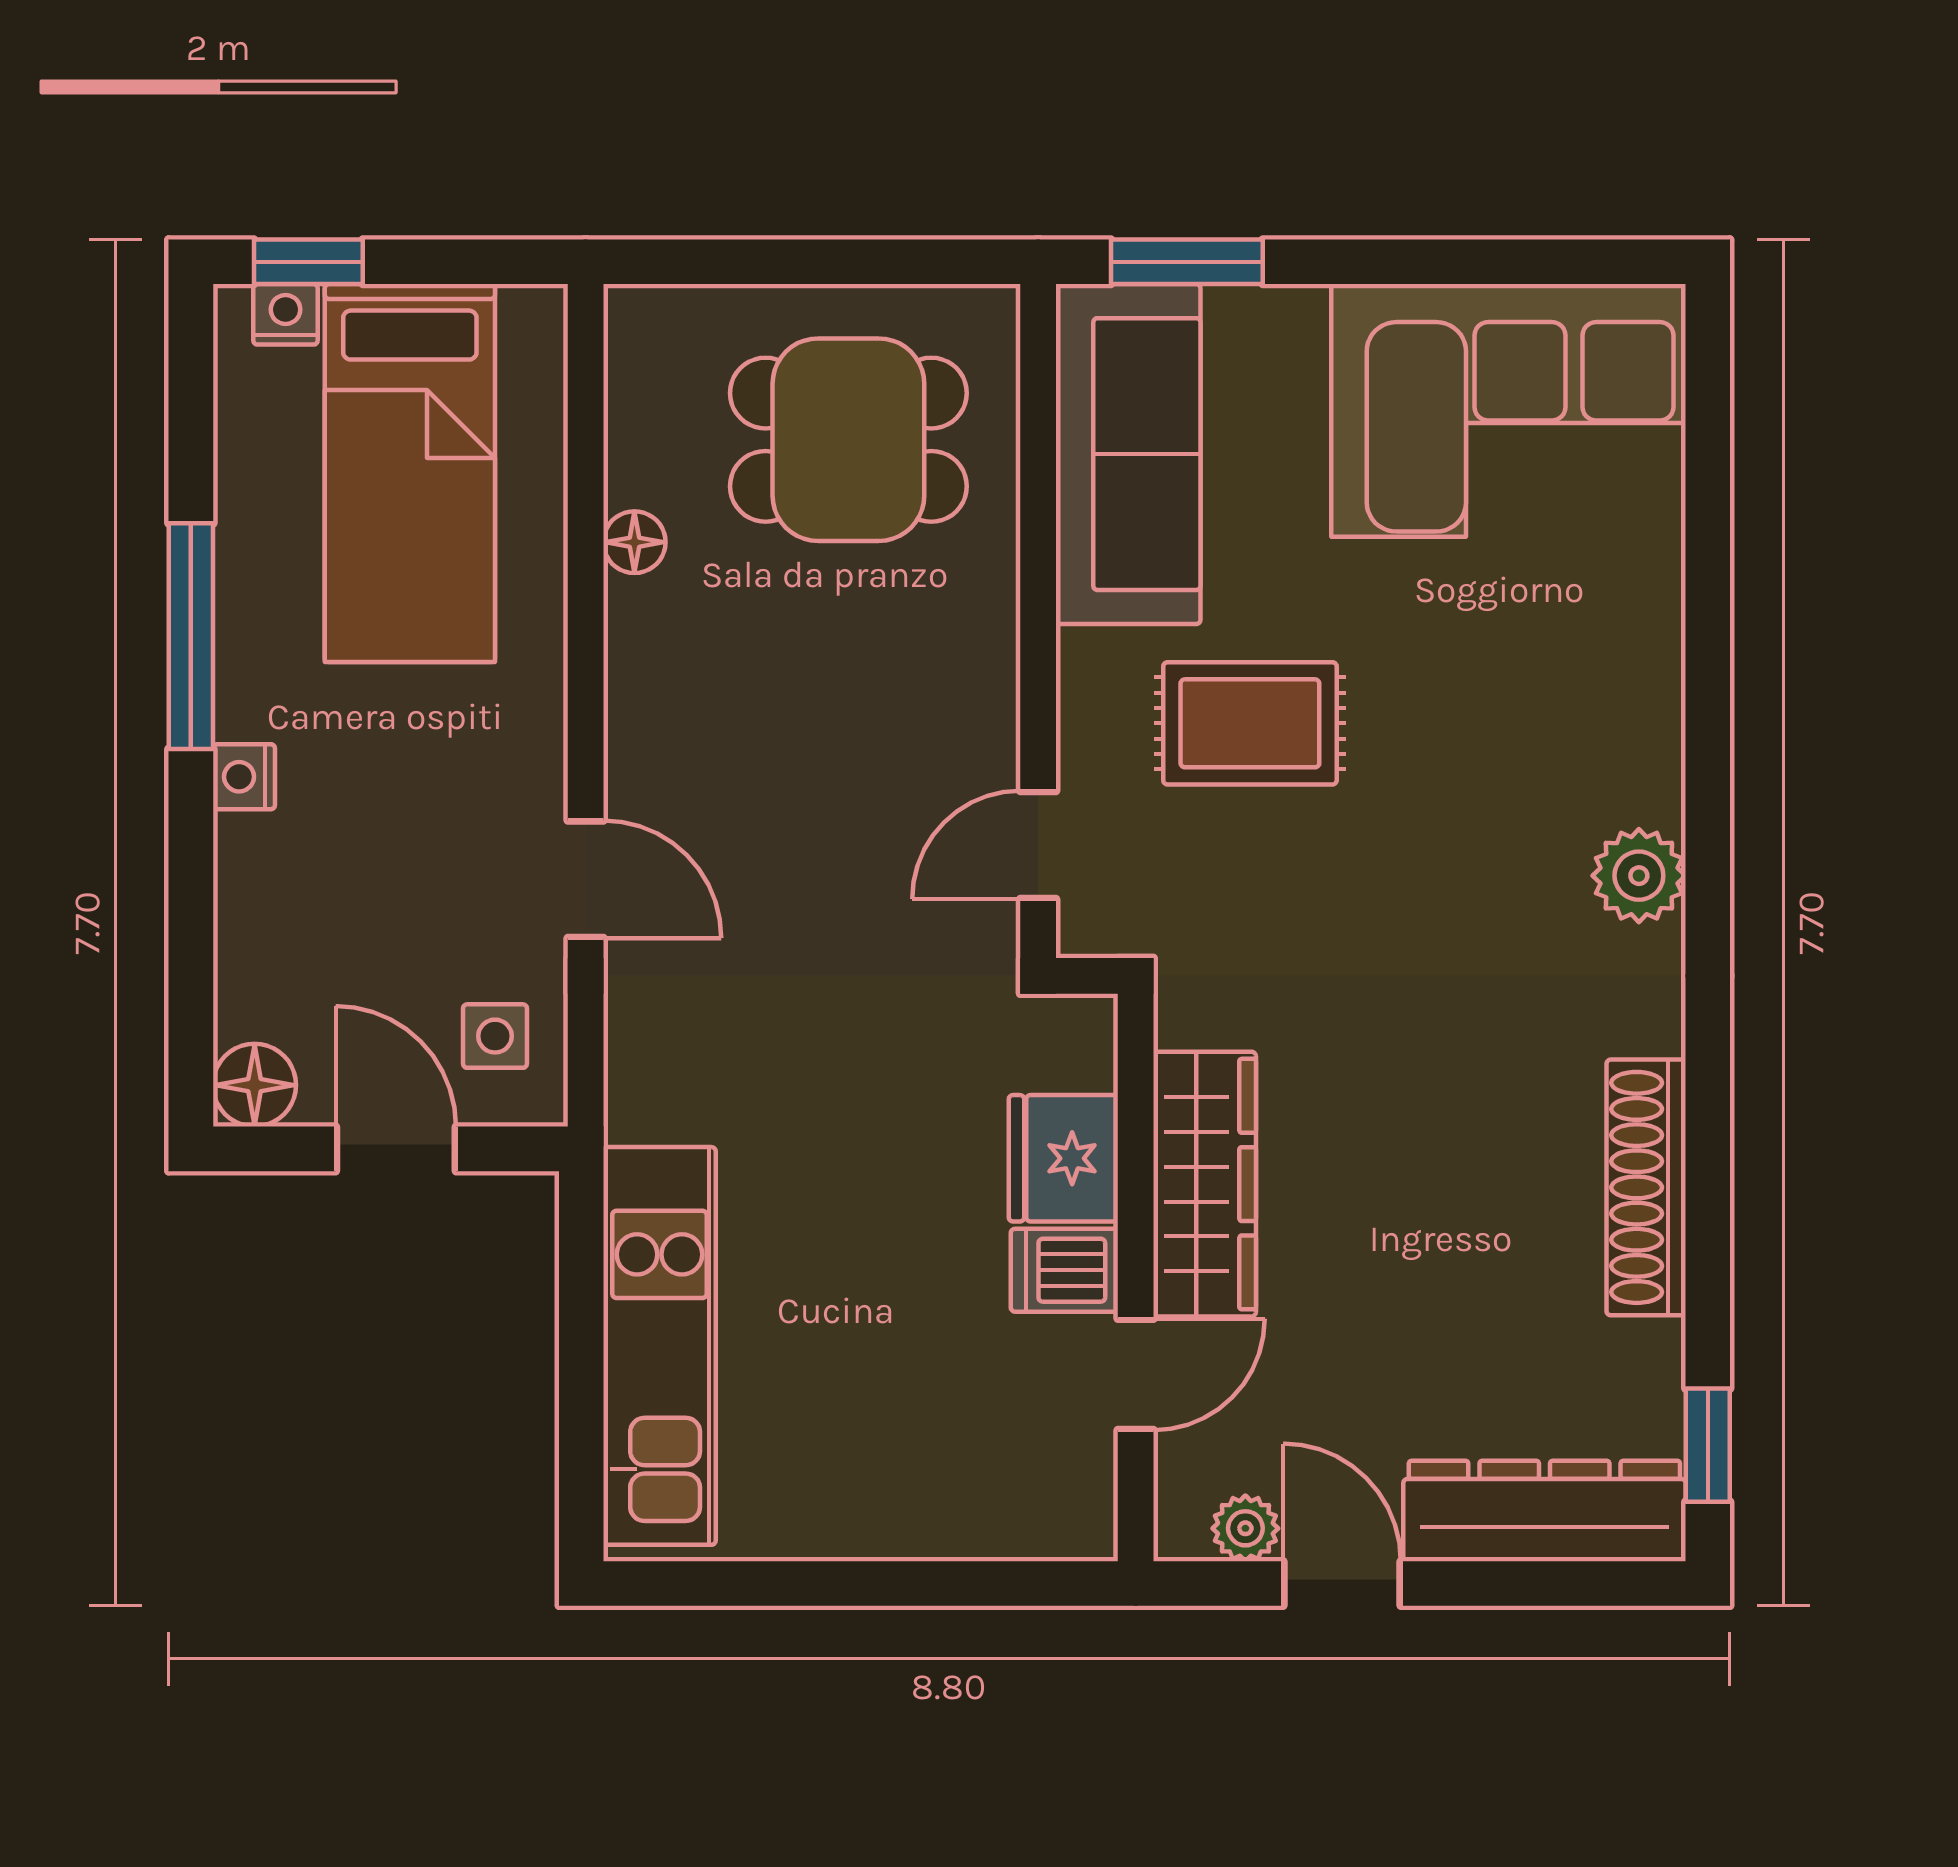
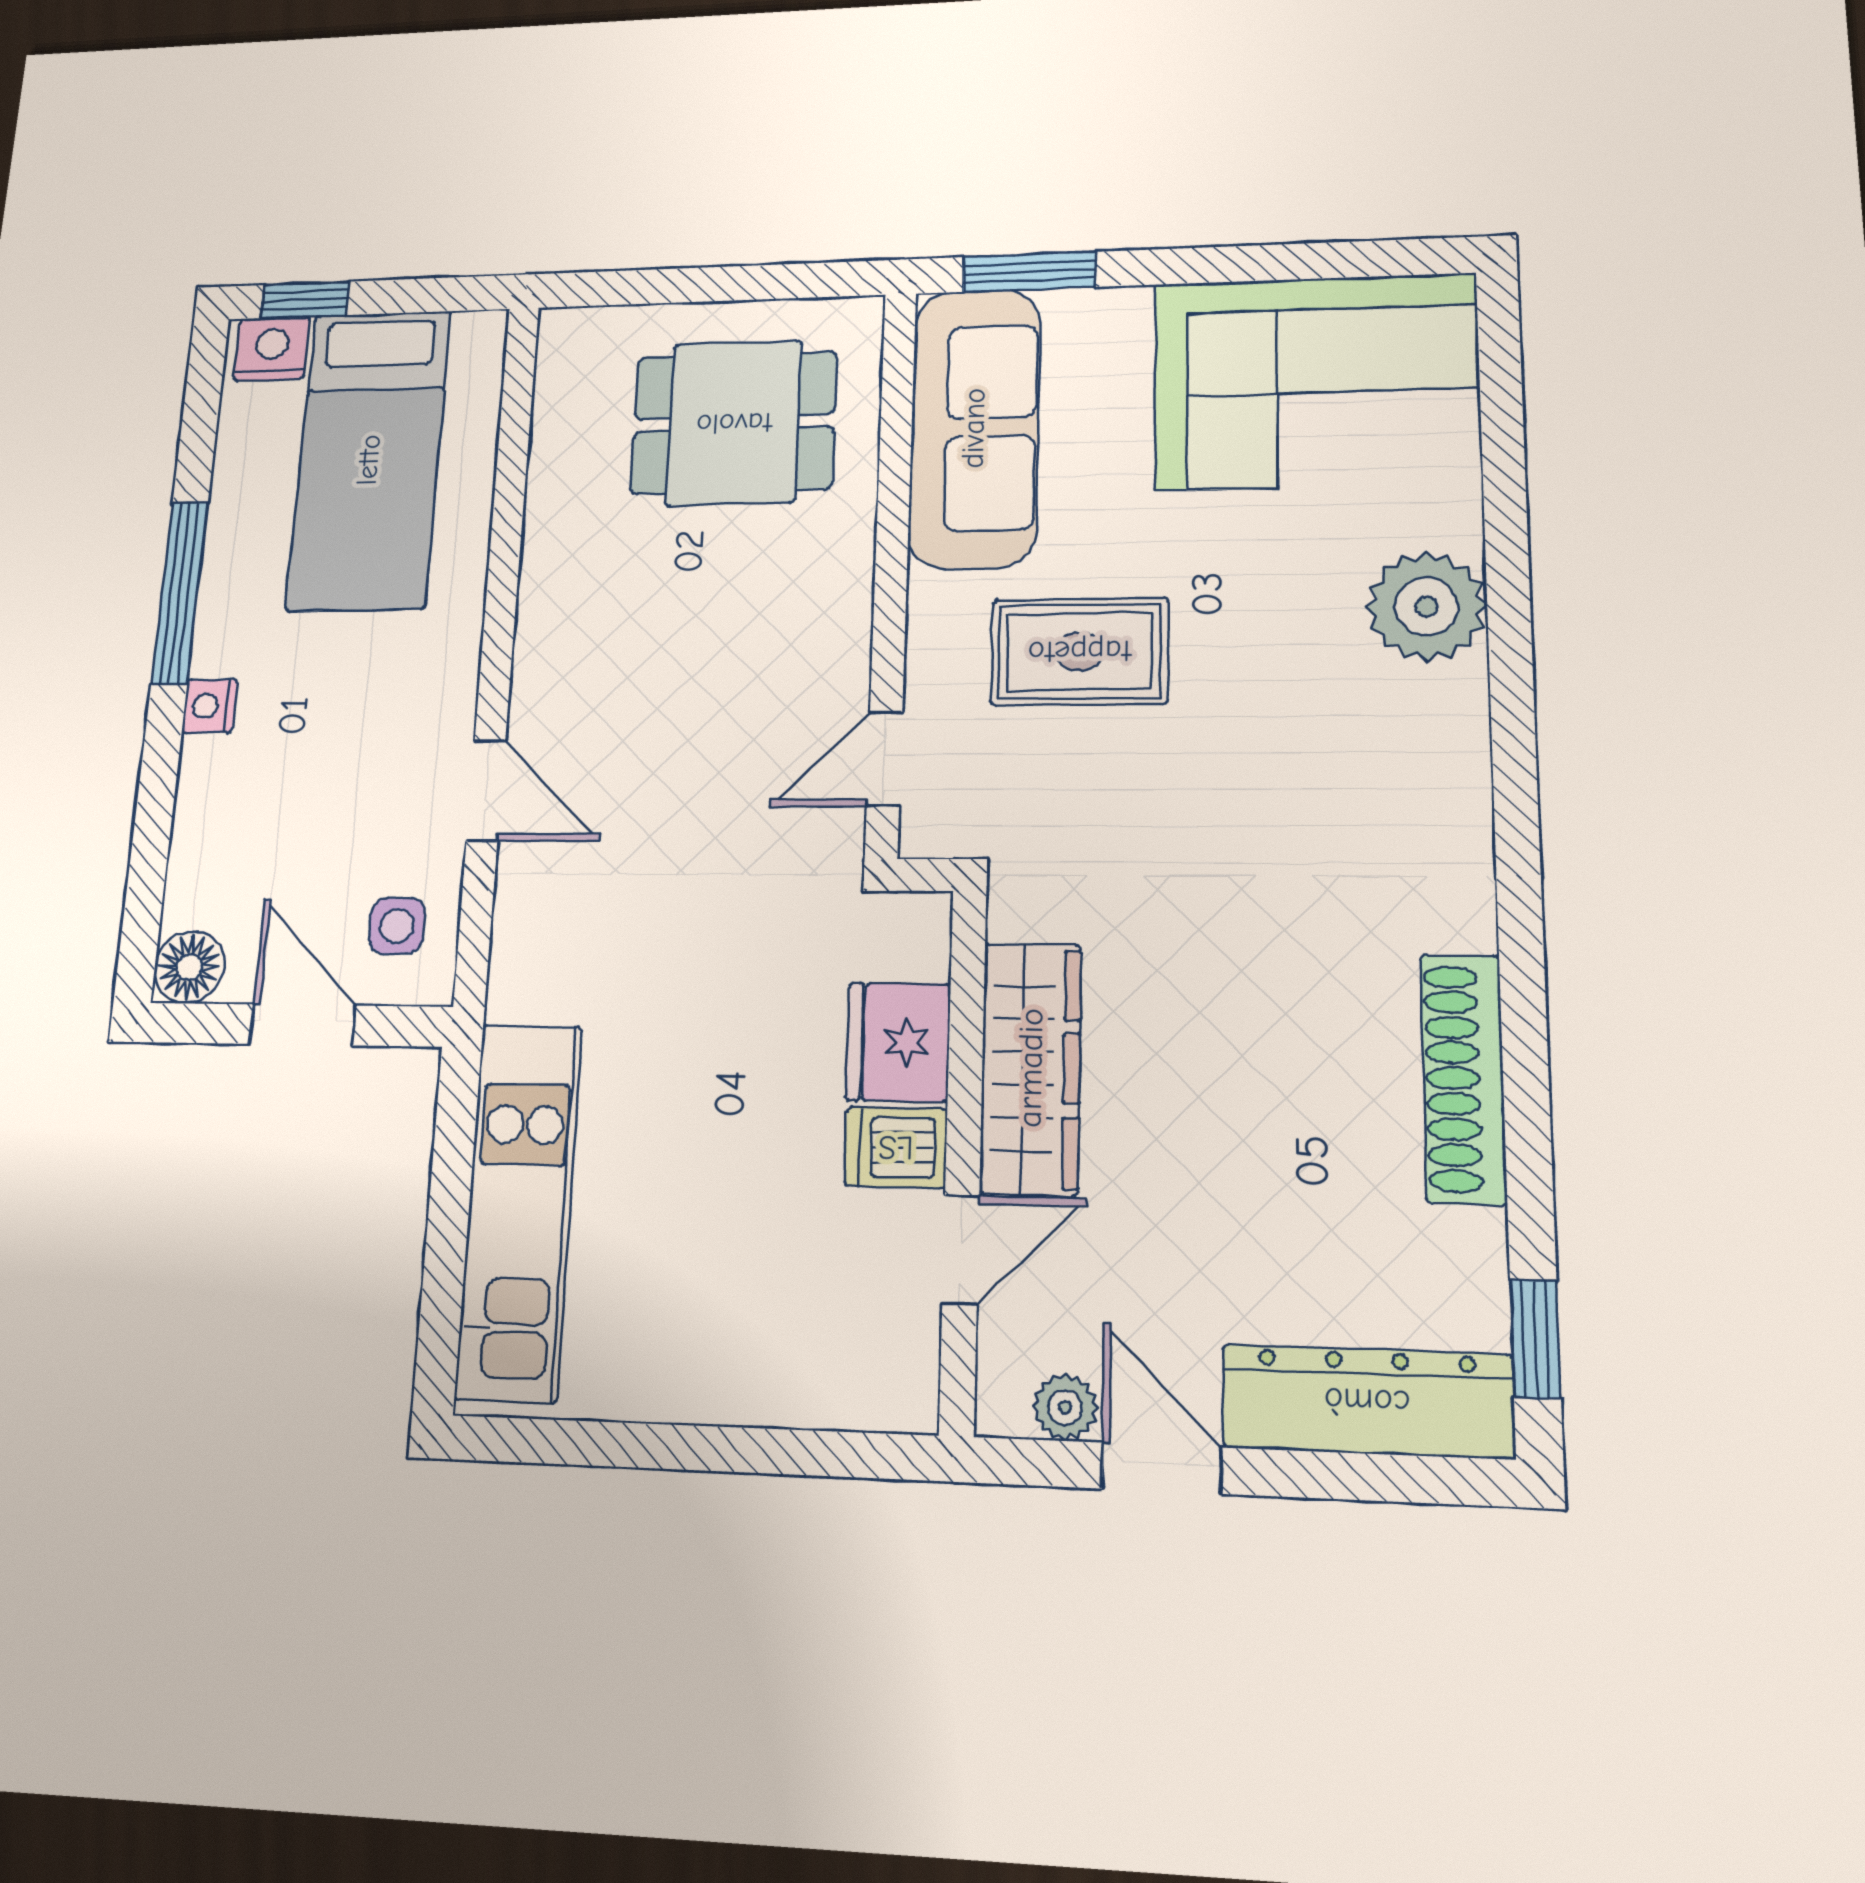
nightstand: (286, 314) -> (272, 349), width x1.39, depth x1.35
floor lamp: (634, 542) -> (549, 510), removed
plant: (1639, 876) -> (1426, 606), moved, width x1.36, depth x1.36

